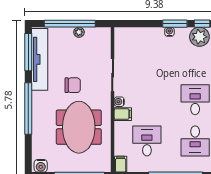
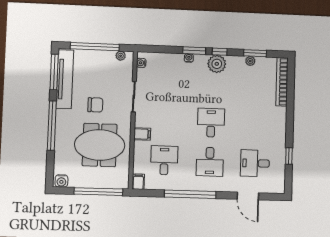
plant: (79, 32) -> (121, 56), moved
water cooler: (119, 102) -> (141, 63), moved
meeting table: (79, 127) -> (100, 145), turned 90

